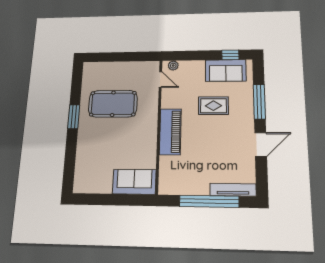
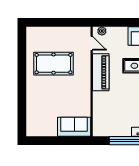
window: (74, 117) -> (22, 74), removed
piano: (170, 132) -> (101, 72), moved

